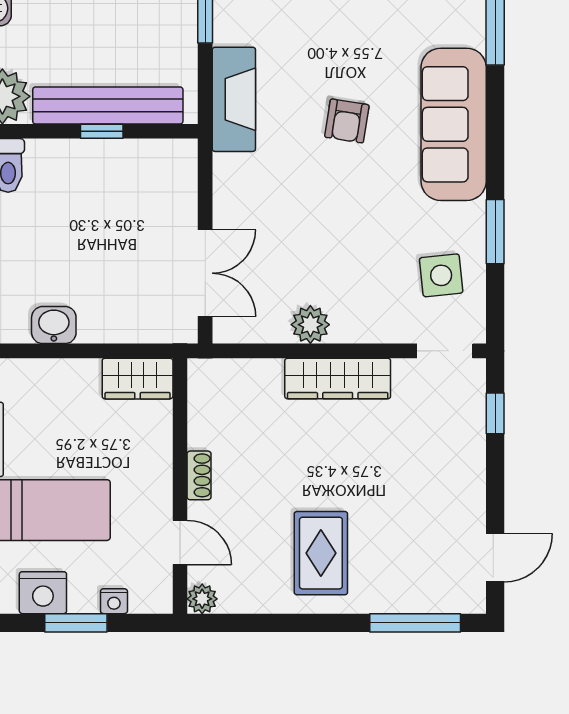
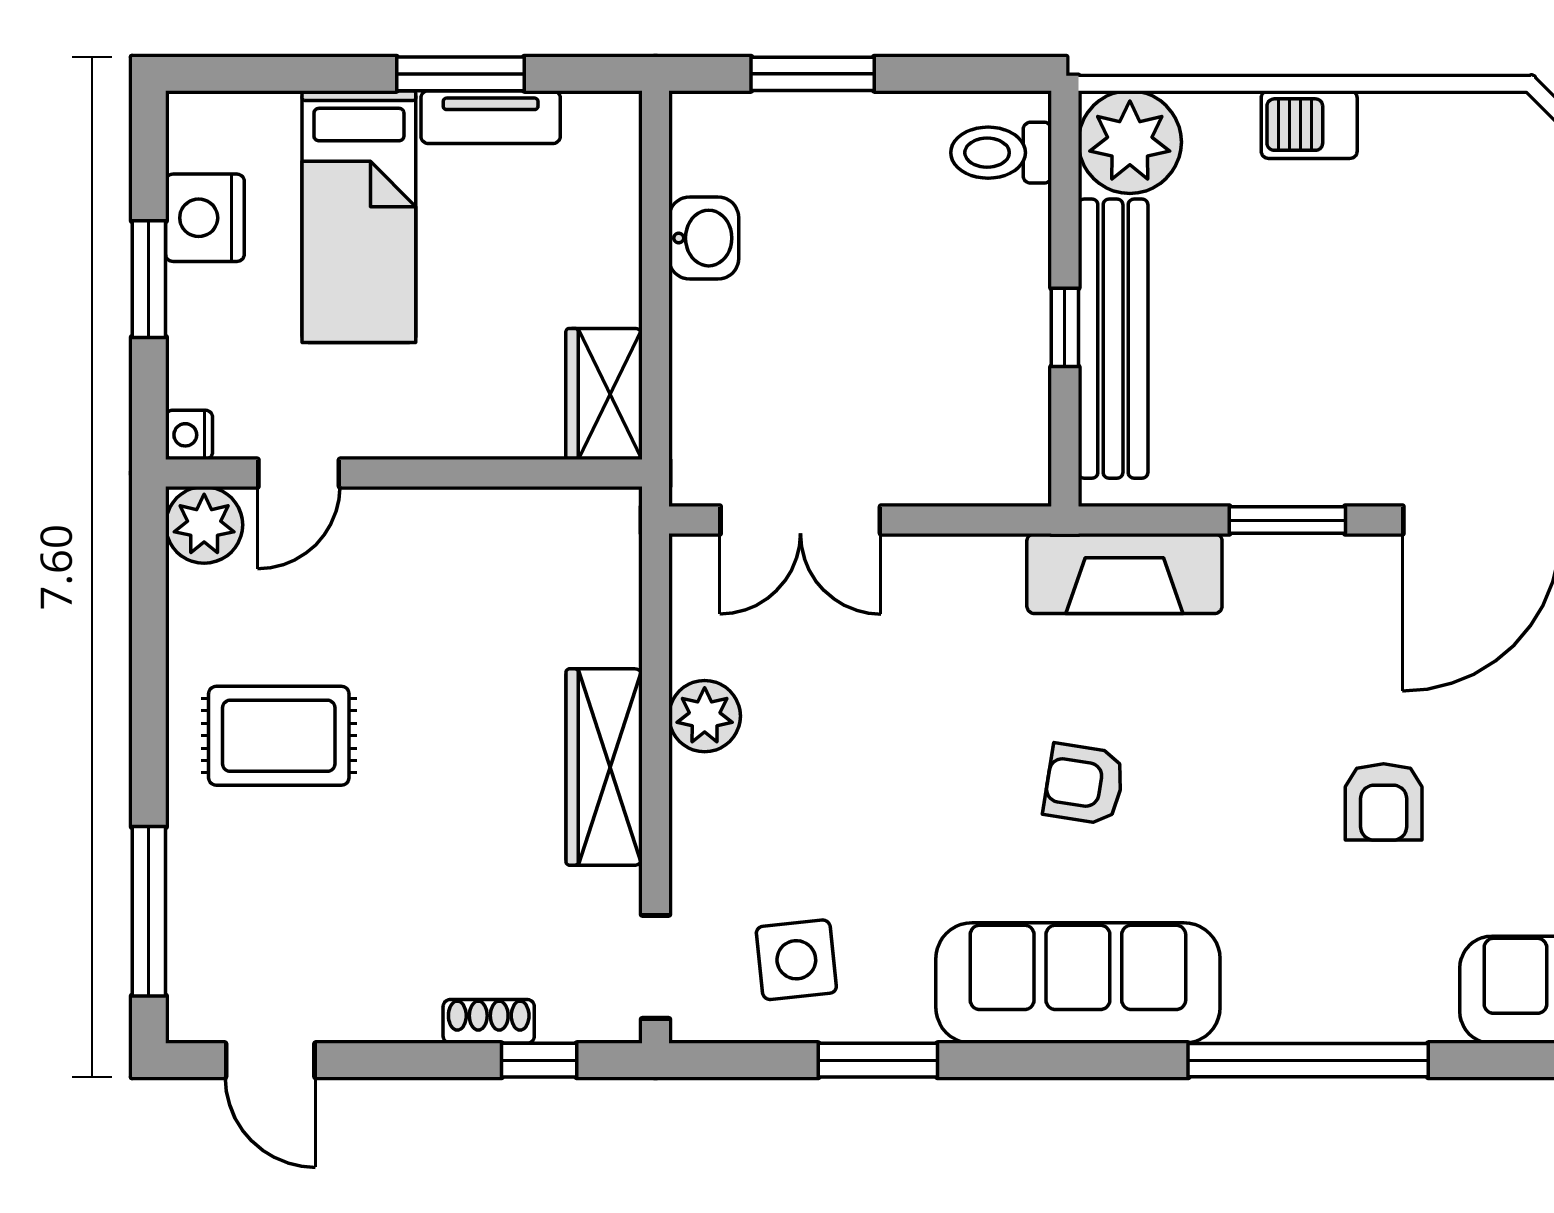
shoe rack: (199, 475) -> (489, 1021), moved, turned 180
plant: (202, 599) -> (204, 525), width x1.38, depth x1.38
nightstand: (114, 601) -> (189, 435), moved

